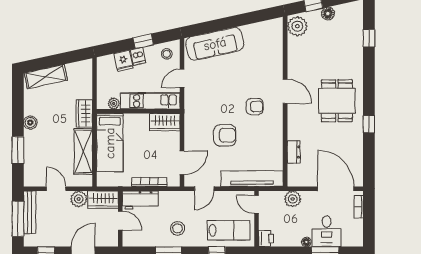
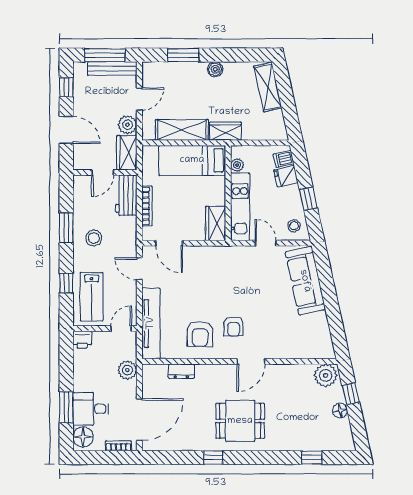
dishwasher: (138, 56) -> (284, 159), moved
armchair: (225, 135) -> (200, 334), moved
floor lamp: (306, 242) -> (83, 437), moved, width x1.89, depth x1.89

